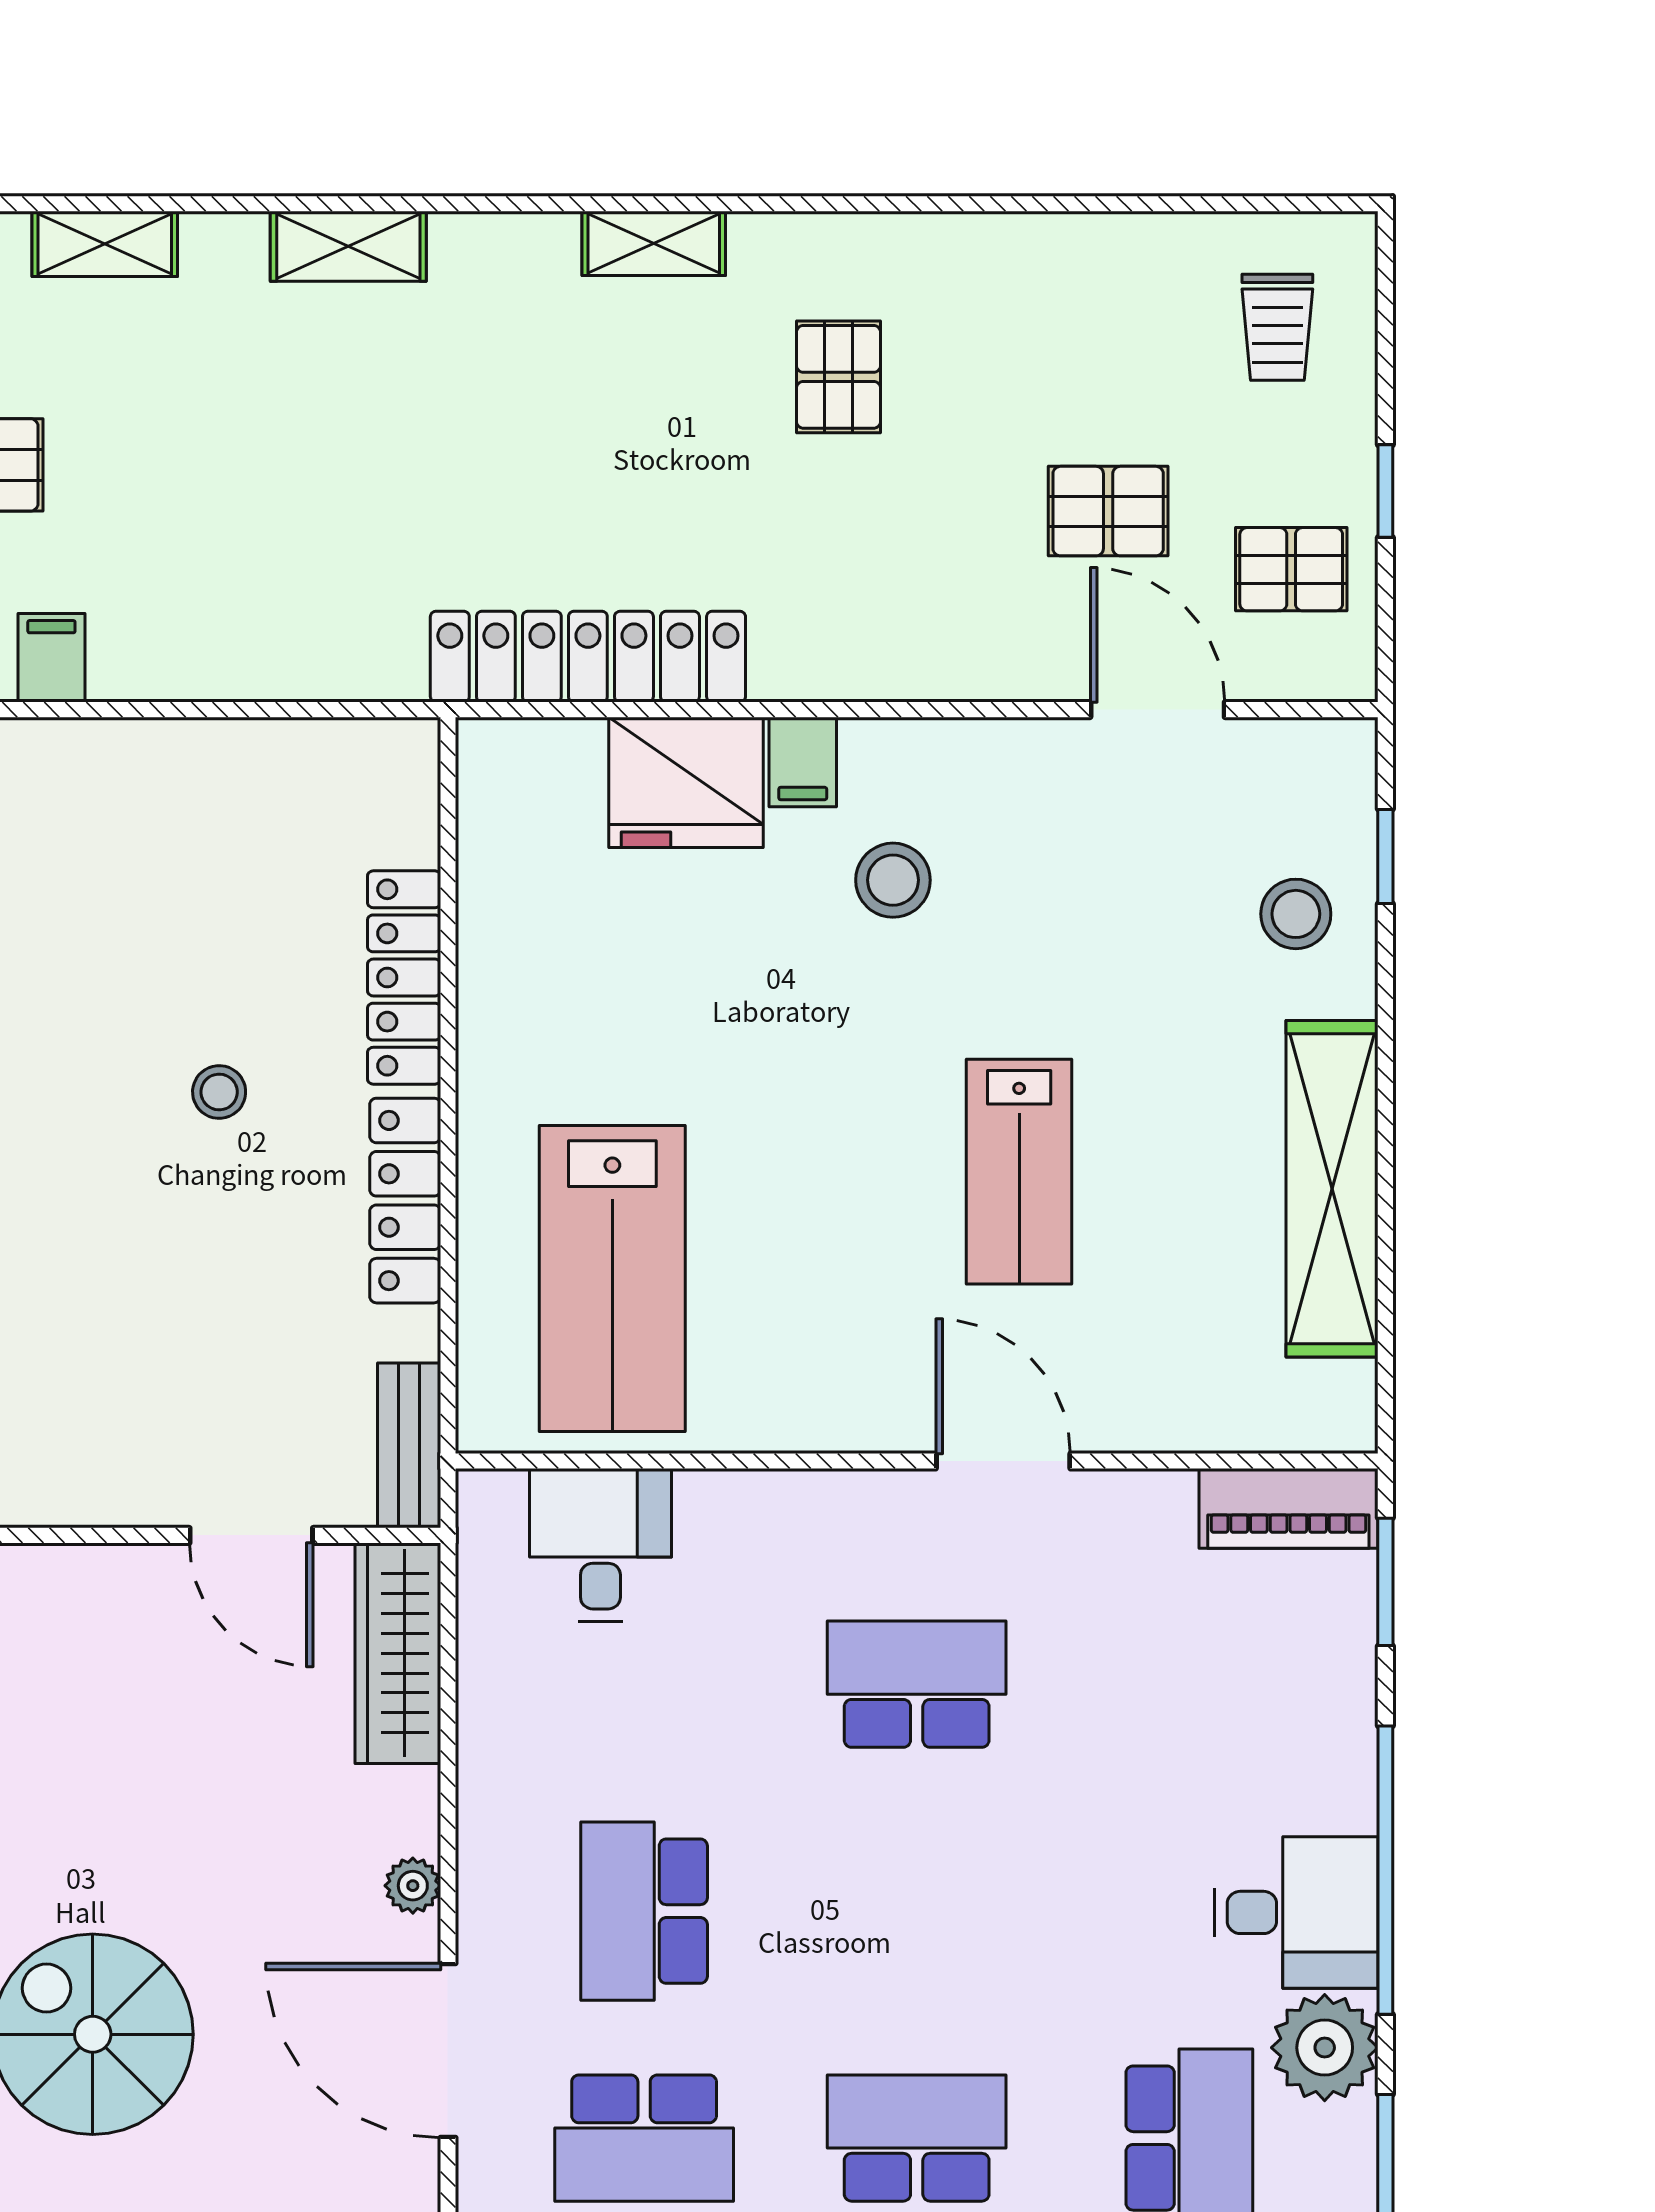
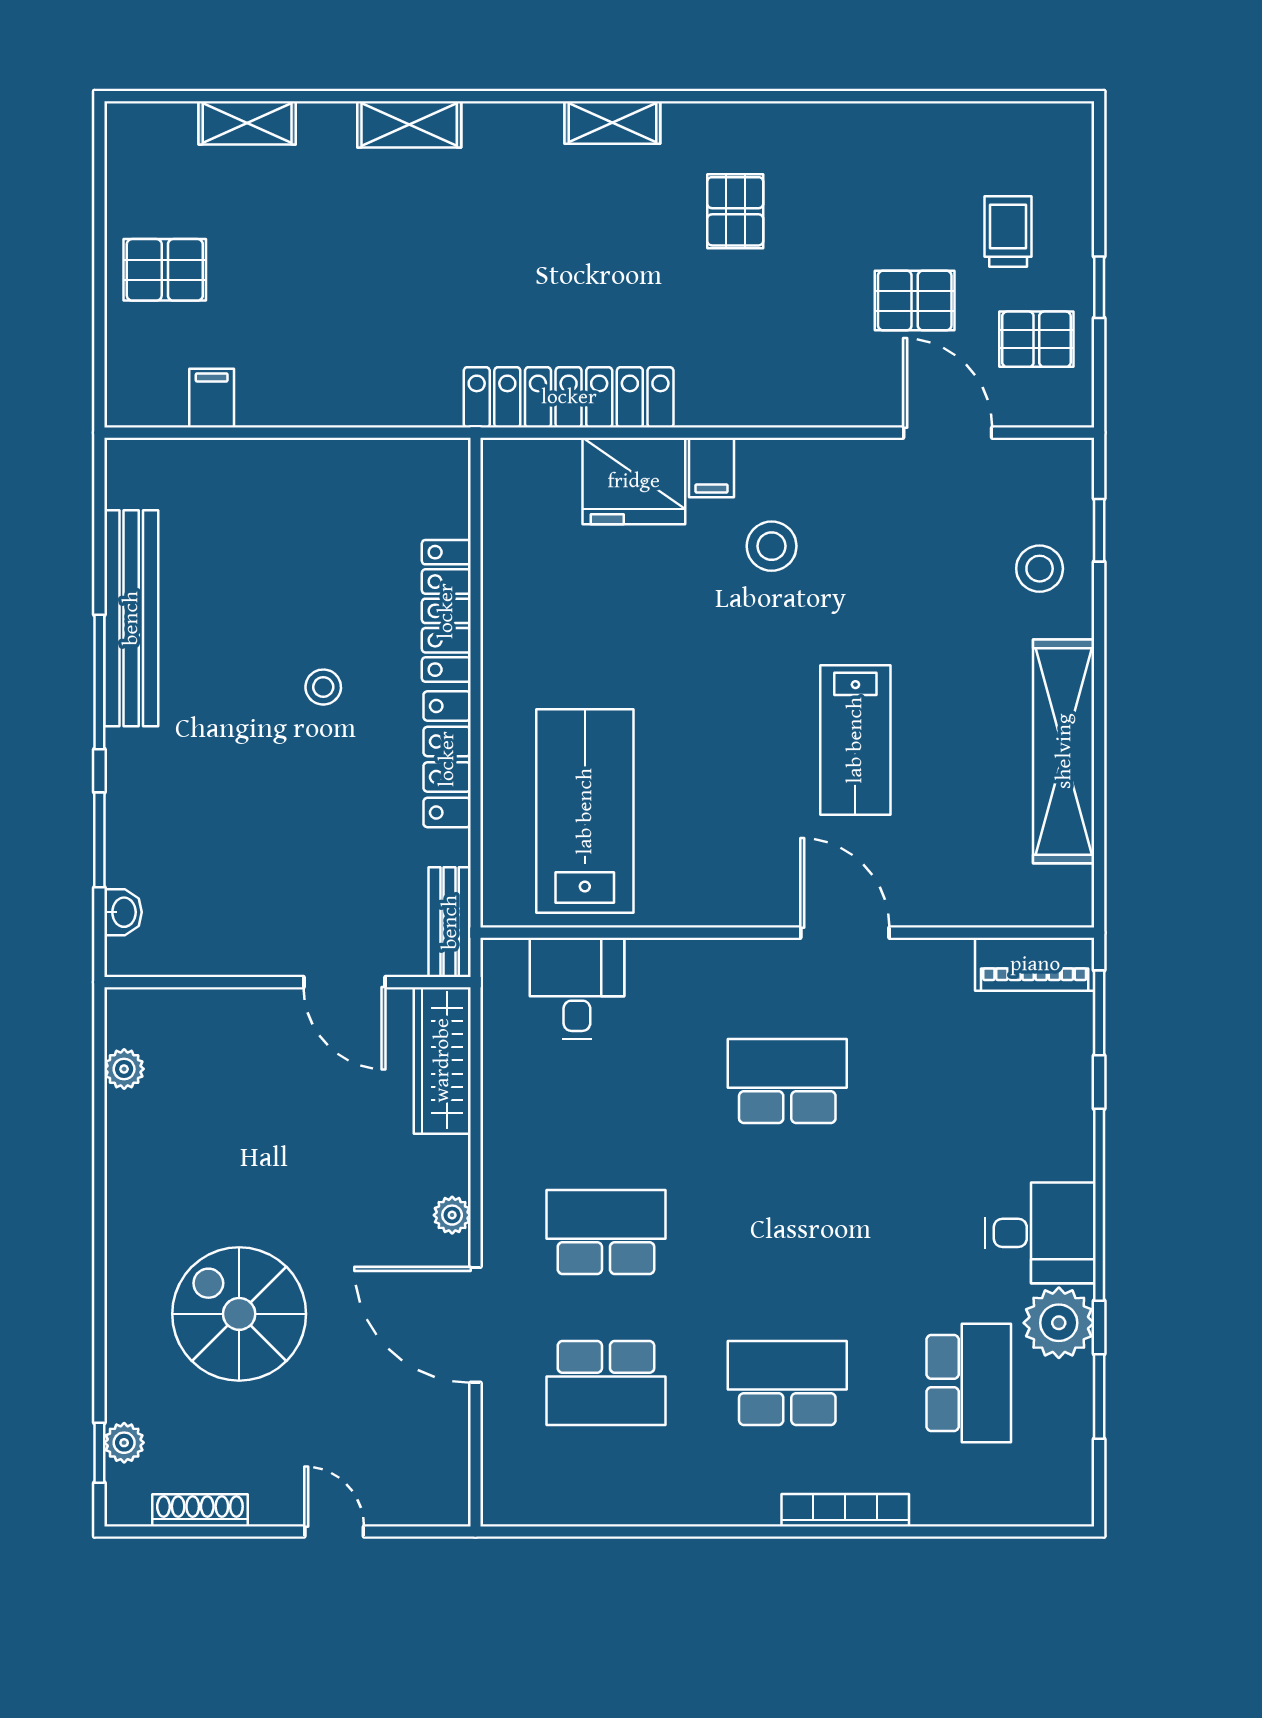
trolley: (1277, 327) -> (1008, 231), moved, turned 180
lab bench: (612, 1278) -> (585, 811), turned 180
school desk: (644, 1911) -> (606, 1232), turned 90

